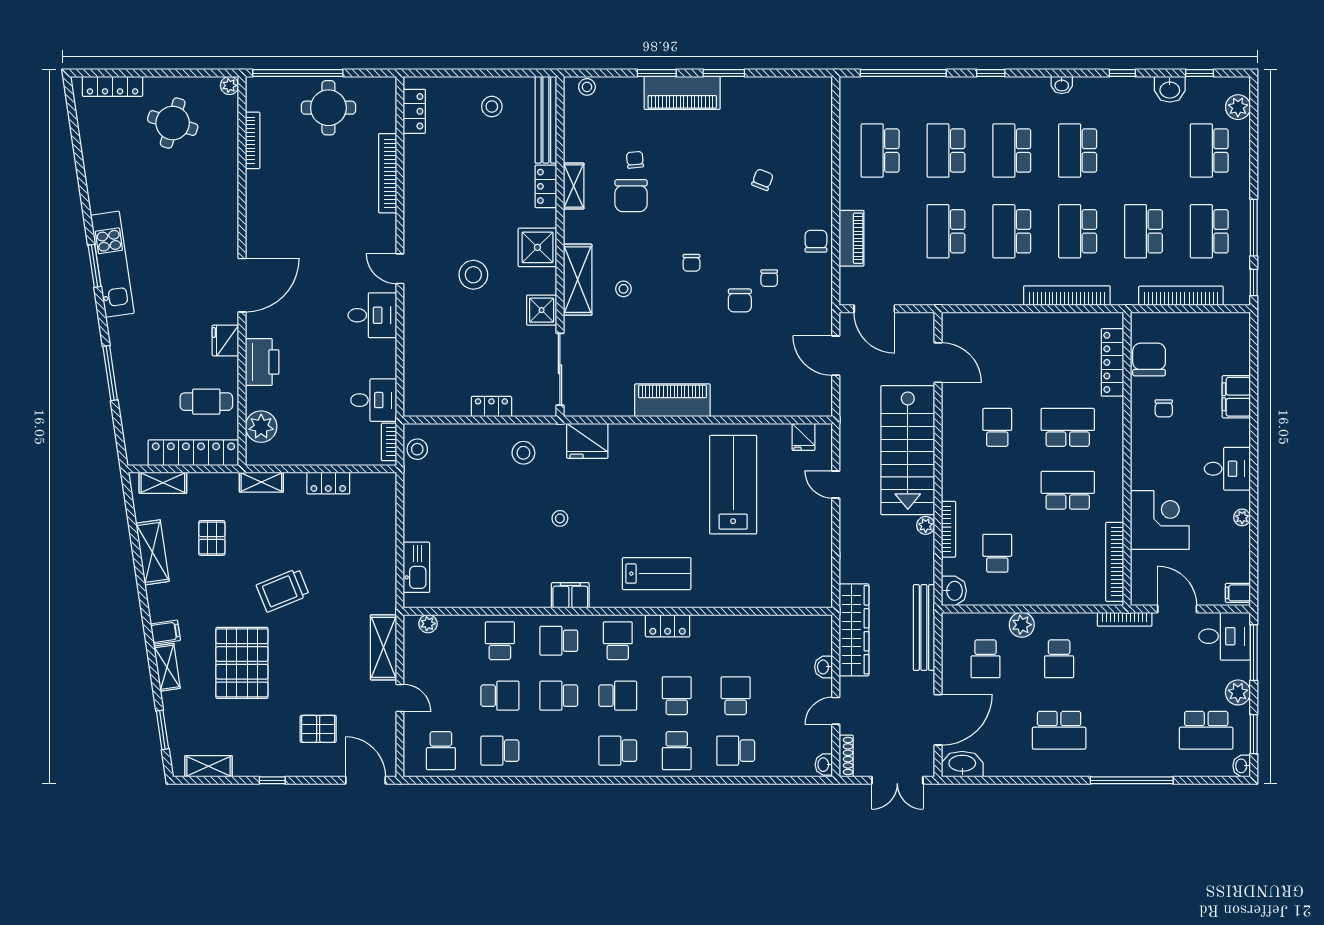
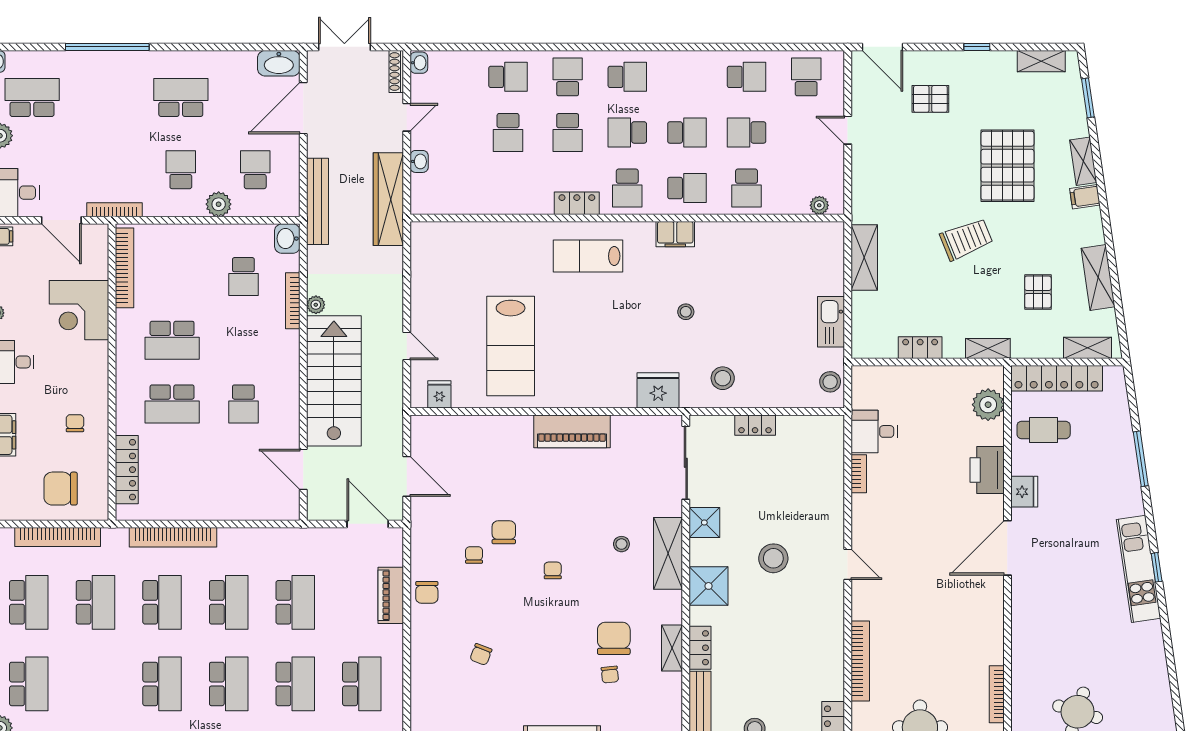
window: (95, 266) -> (1157, 567), width x0.67
desk: (372, 315) -> (876, 517), removed
chair: (1149, 359) -> (61, 489), moved, turned 90
bookcase: (389, 442) -> (859, 474), moved
kitchen sink: (416, 567) -> (831, 322), moved
shelving: (384, 647) -> (864, 257), moved

